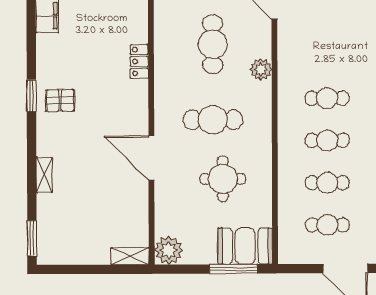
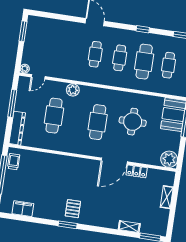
cafe table: (213, 44) -> (54, 116), turned 90
locker: (139, 61) -> (137, 171), moved
shelving: (44, 175) -> (129, 227), moved
cafe table: (327, 183) -> (144, 62), width x1.37, depth x1.35
shelving: (130, 256) -> (167, 197), moved

